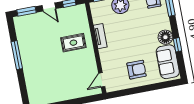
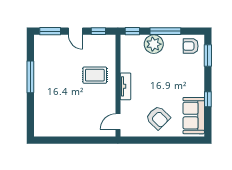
tv unit: (100, 36) -> (125, 86), moved
floor lamp: (165, 37) -> (196, 88), removed
armchair: (137, 70) -> (158, 118), turned 45

